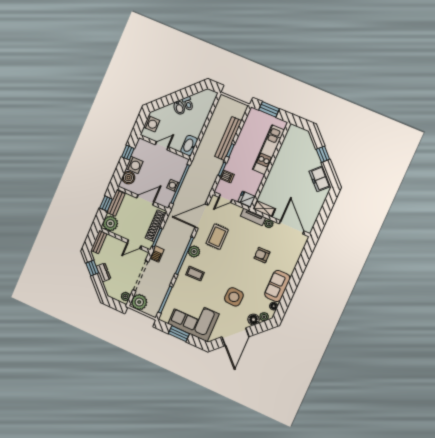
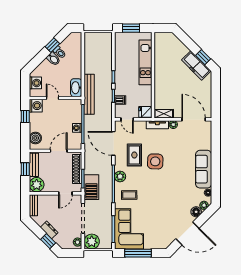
window: (184, 93) -> (52, 45), added
bench: (228, 139) -> (89, 94), moved
door: (162, 146) -> (53, 98), hinge flipped
window: (323, 154) -> (203, 57), moved
washing machine: (134, 165) -> (36, 106), moved
freezer: (320, 179) -> (196, 65), width x1.40
door: (225, 198) -> (127, 119), hinge flipped
door: (202, 216) -> (113, 143), hinge flipped
barbecue: (157, 254) -> (91, 187), width x1.88, depth x1.53
armchair: (262, 255) -> (179, 154), removed
window: (92, 268) -> (48, 241), moved
sofa: (277, 286) -> (204, 169), width x1.36
side table: (234, 297) -> (155, 161), moved
corner sofa: (193, 319) -> (129, 229), moved, turned 90
window: (179, 334) -> (138, 253), width x1.44
door: (235, 337) -> (187, 234), hinge flipped

